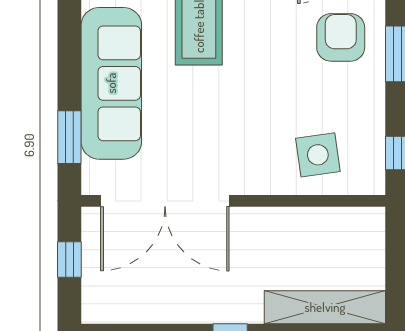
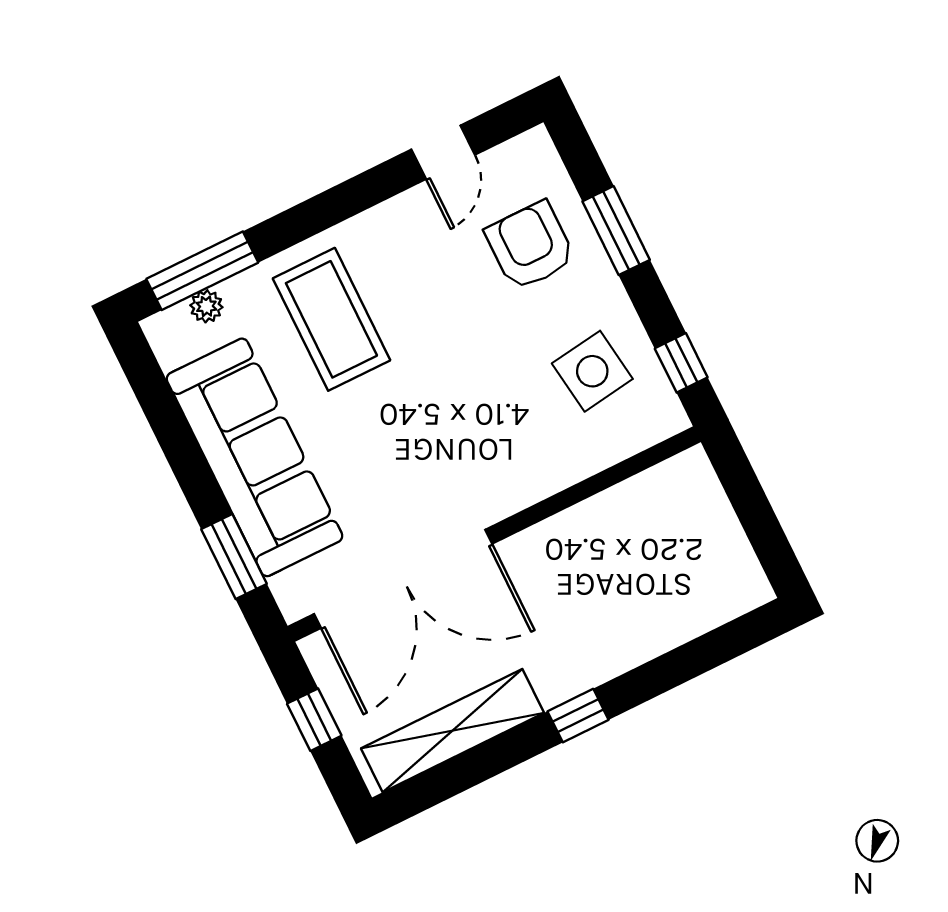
side table: (318, 155) -> (592, 371), moved
shelving: (325, 307) -> (453, 731), moved

